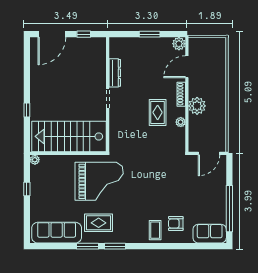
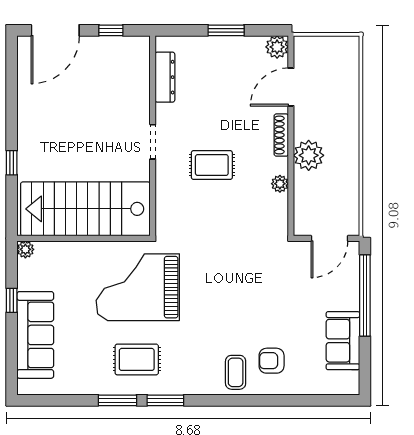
dresser: (115, 73) -> (165, 77), moved
rug: (158, 112) -> (212, 165), moved, turned 90
grand piano: (99, 181) -> (138, 287), turned 180
window: (229, 209) -> (365, 296), moved
sofa: (57, 233) -> (35, 335), moved, turned 90
sofa: (210, 234) -> (343, 341), moved, turned -90

